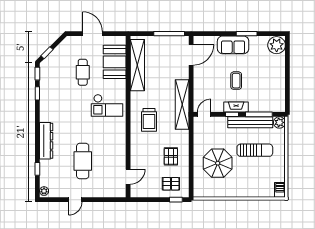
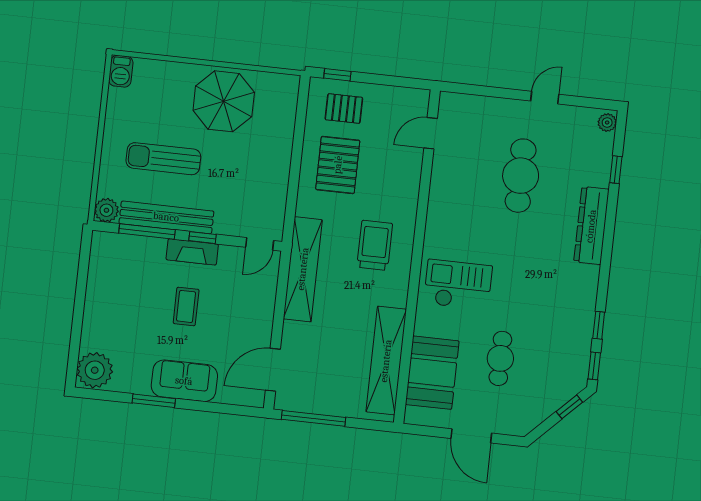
pallet: (171, 156) -> (338, 165), width x1.50, depth x1.42
parasol: (218, 163) -> (224, 101), moved

